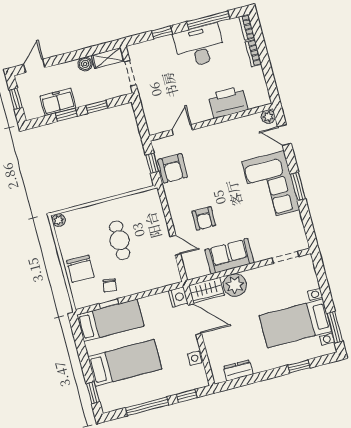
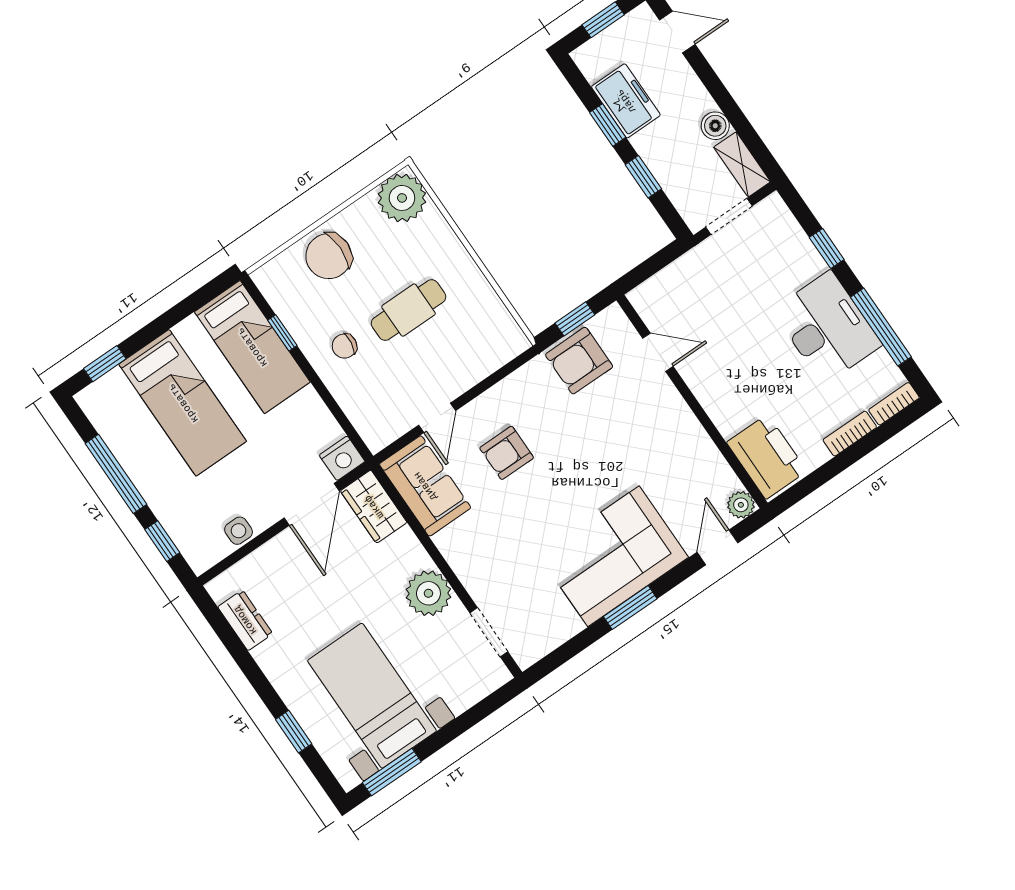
printer: (228, 102) -> (767, 457), moved
plant: (59, 220) -> (402, 198), width x1.88, depth x1.88
sofa: (229, 256) -> (425, 486), moved
chair: (110, 285) -> (345, 346), moved
plant: (235, 285) -> (428, 593), moved

